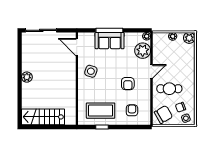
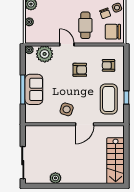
door: (77, 47) -> (85, 124), moved
plant: (27, 77) -> (55, 178), moved
chair: (163, 114) -> (113, 32), turned -60

